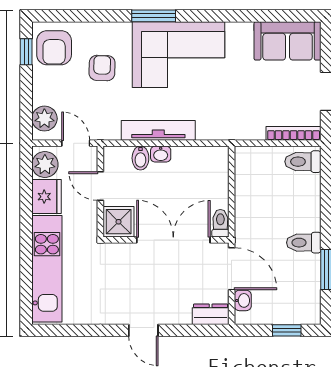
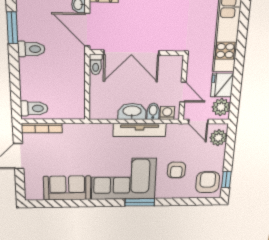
sofa: (288, 41) -> (67, 188), moved
washbasin: (161, 154) -> (132, 111), width x1.91, depth x1.45
washing machine: (121, 156) -> (167, 113), added
shower: (119, 222) -> (172, 66), removed

